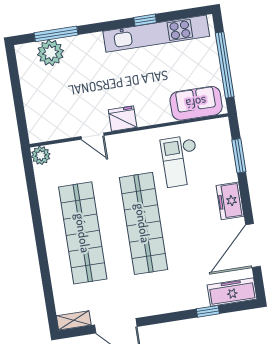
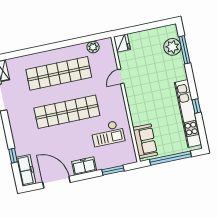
fridge: (123, 118) -> (122, 43), moved
plant: (41, 155) -> (93, 47), moved
checkout: (181, 161) -> (108, 133), turned 180

